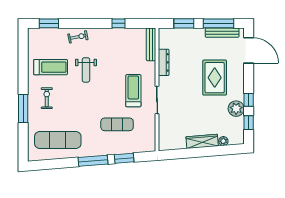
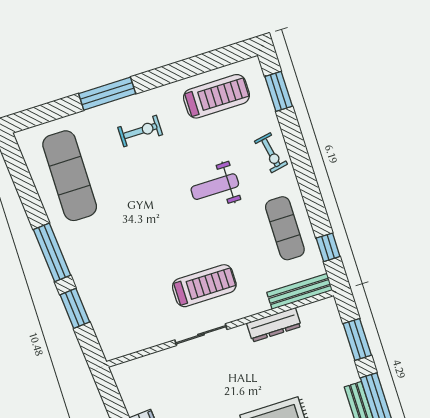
window: (119, 23) -> (328, 247), moved
treadmill: (51, 67) -> (216, 96), moved, turned -90
exercise mat: (117, 124) -> (285, 228), moved

